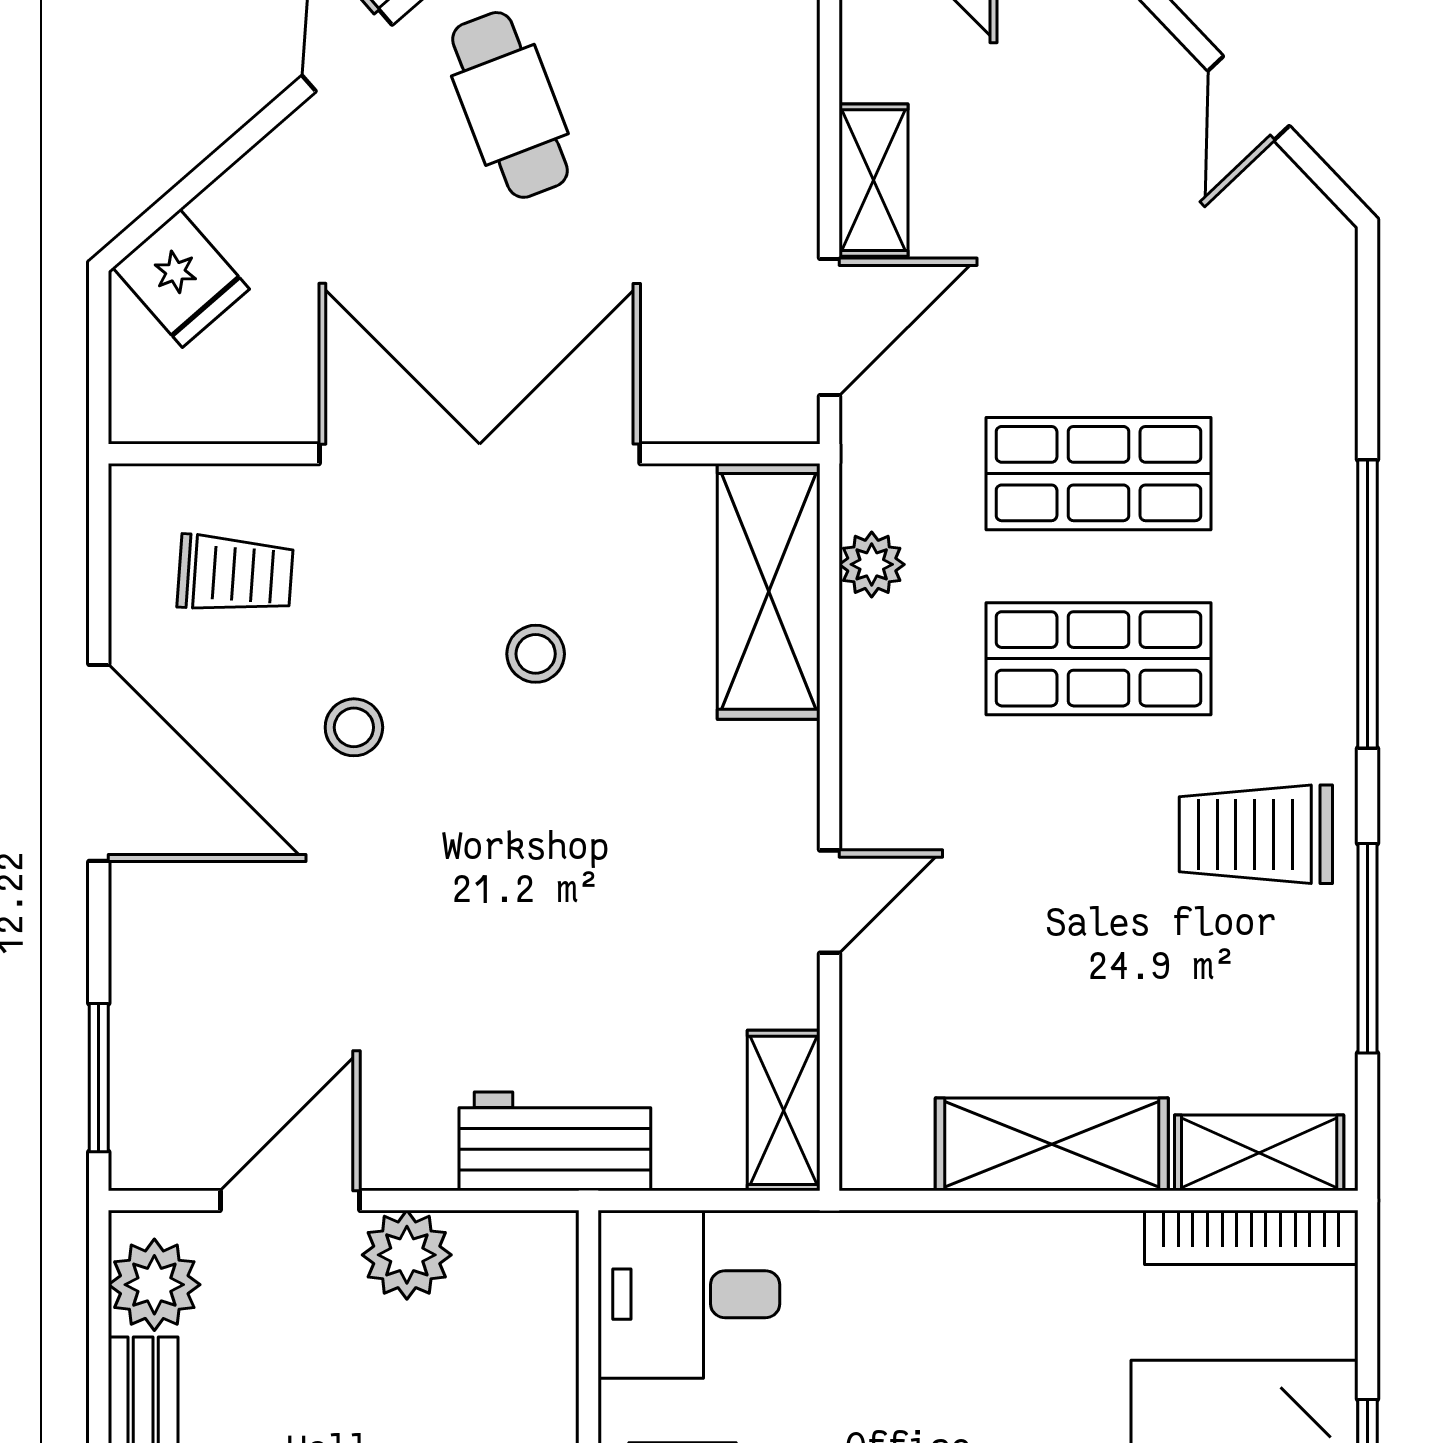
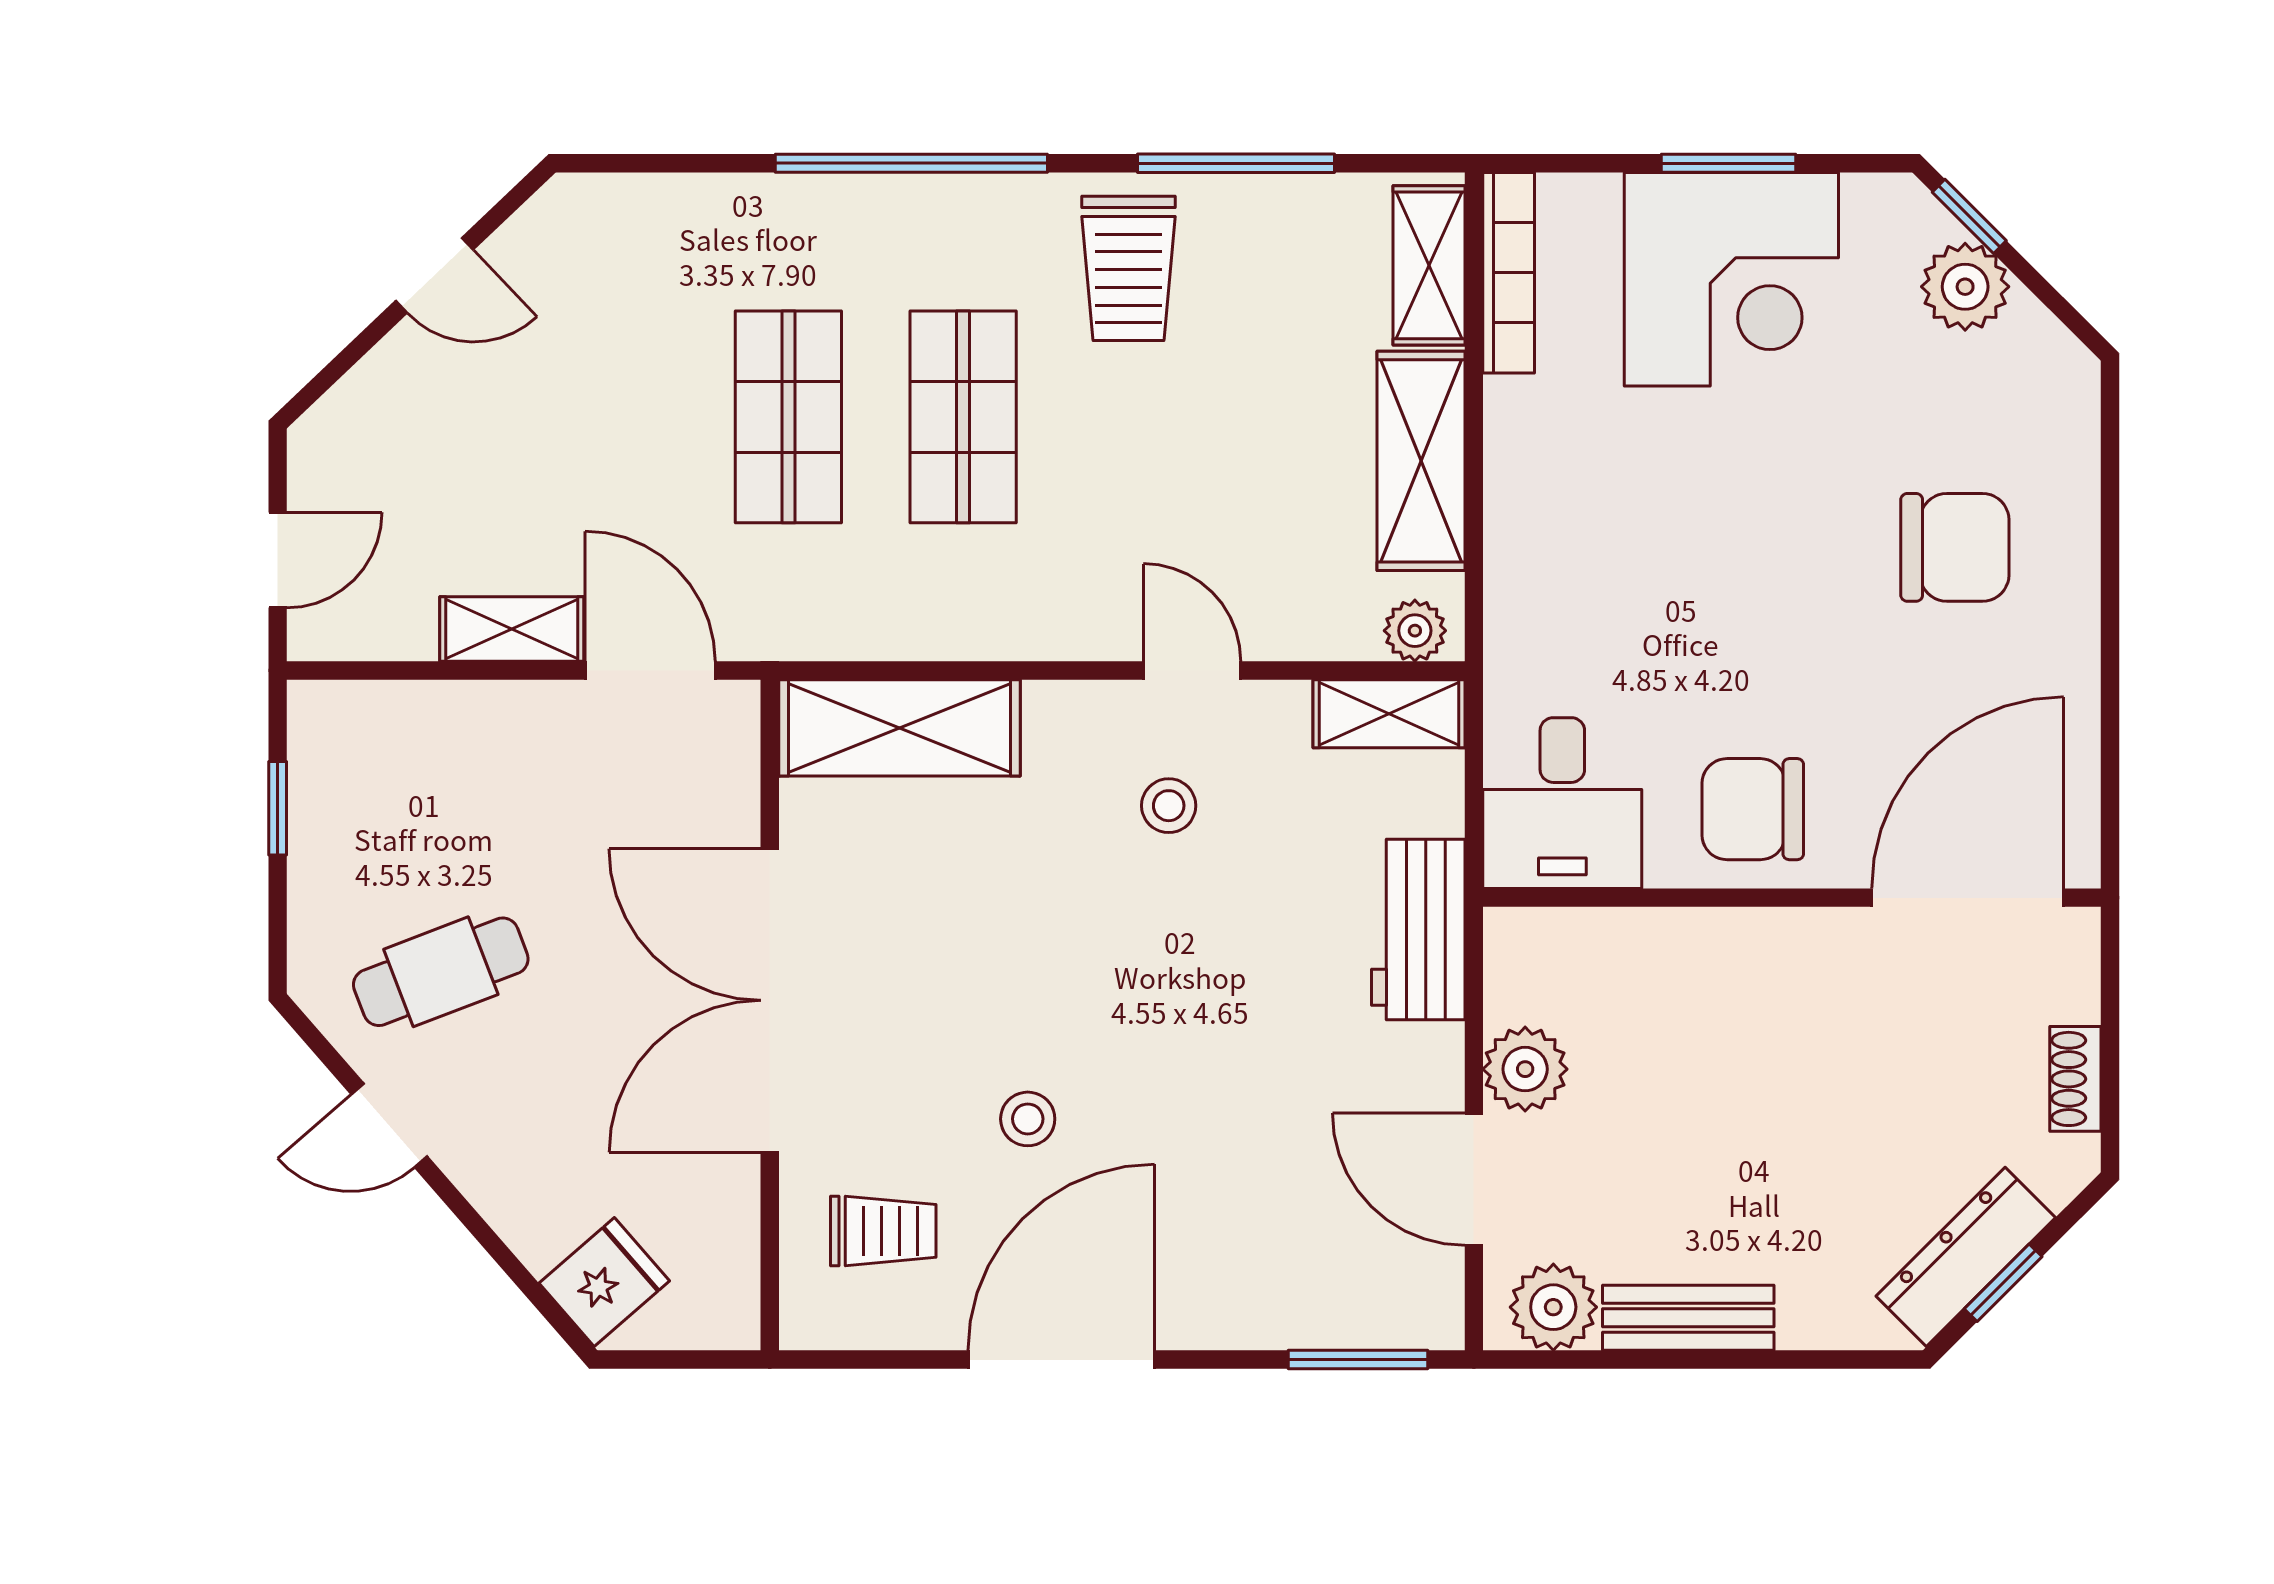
plant: (872, 564) -> (1415, 631), moved
trolley: (235, 574) -> (883, 1231), turned 86
stool: (536, 654) -> (1169, 806), moved

